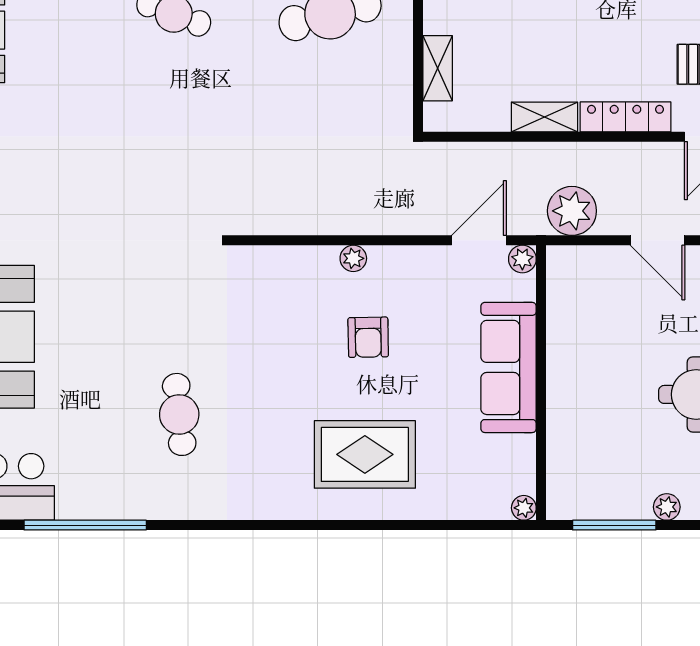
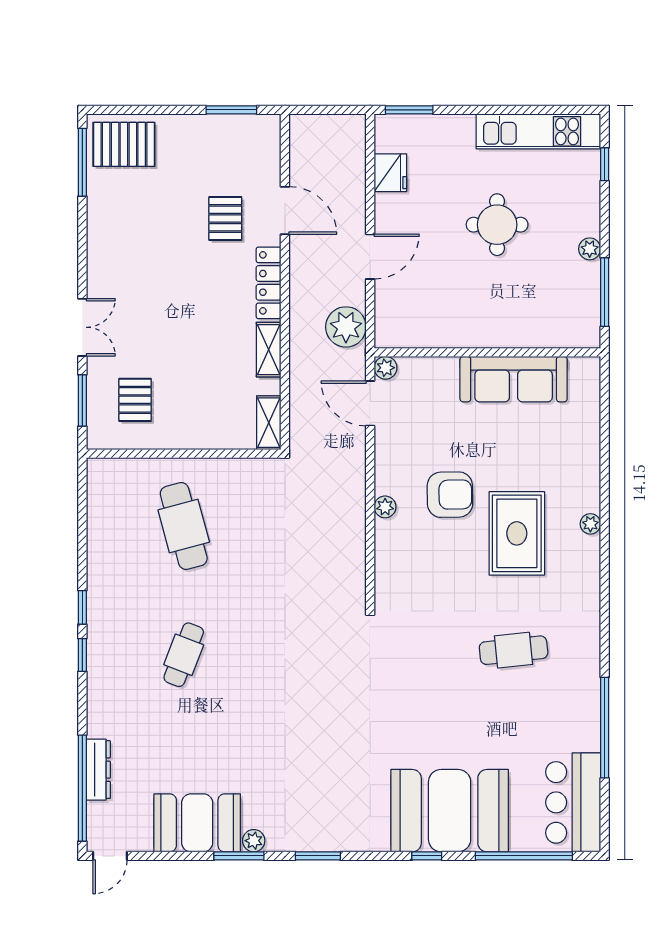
shelving: (438, 68) -> (269, 423), moved, turned 90
armchair: (368, 337) -> (450, 495), width x1.38, depth x1.38
sofa: (509, 367) -> (514, 379), moved
rug: (365, 454) -> (517, 533), moved
plant: (524, 508) -> (590, 524), moved

